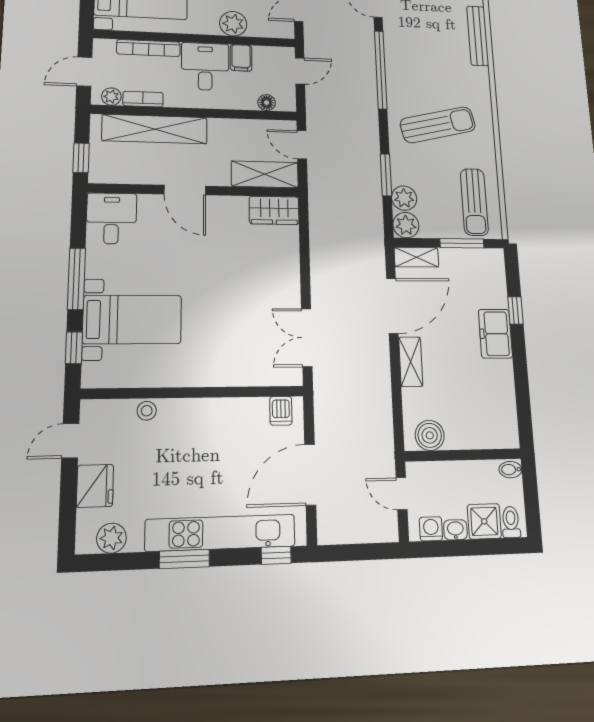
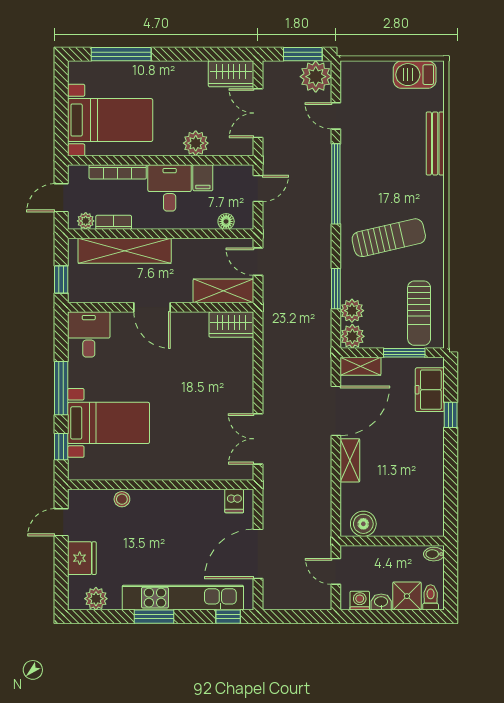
freezer: (495, 334) -> (430, 390), moved

